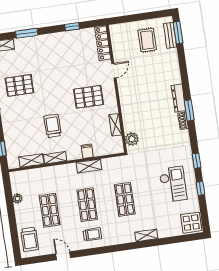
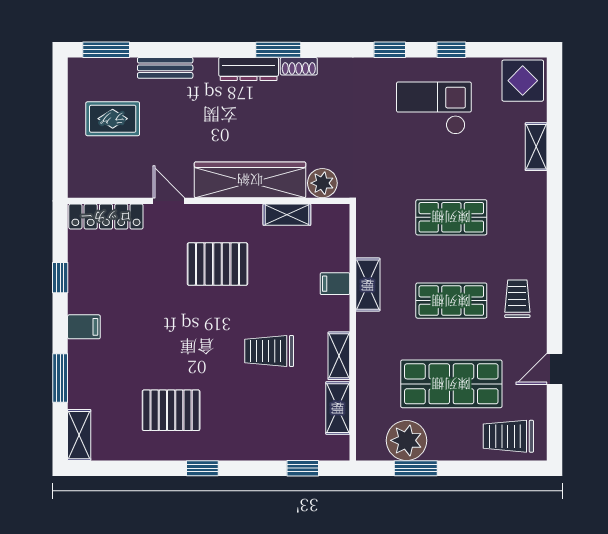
bench: (170, 35) -> (165, 68), moved
filing cabinet: (51, 41) -> (84, 327), added
pallet: (19, 85) -> (171, 410), turned 90
pallet: (88, 97) -> (217, 264), turned 90
wardrobe: (129, 106) -> (250, 180), added
plant: (17, 198) -> (406, 440), width x1.87, depth x1.87
window: (9, 200) -> (416, 468), added
shop shelf: (50, 210) -> (451, 384), width x1.43, depth x1.36
shelving: (146, 235) -> (536, 147), moved
trolley: (30, 239) -> (508, 436), turned 180

